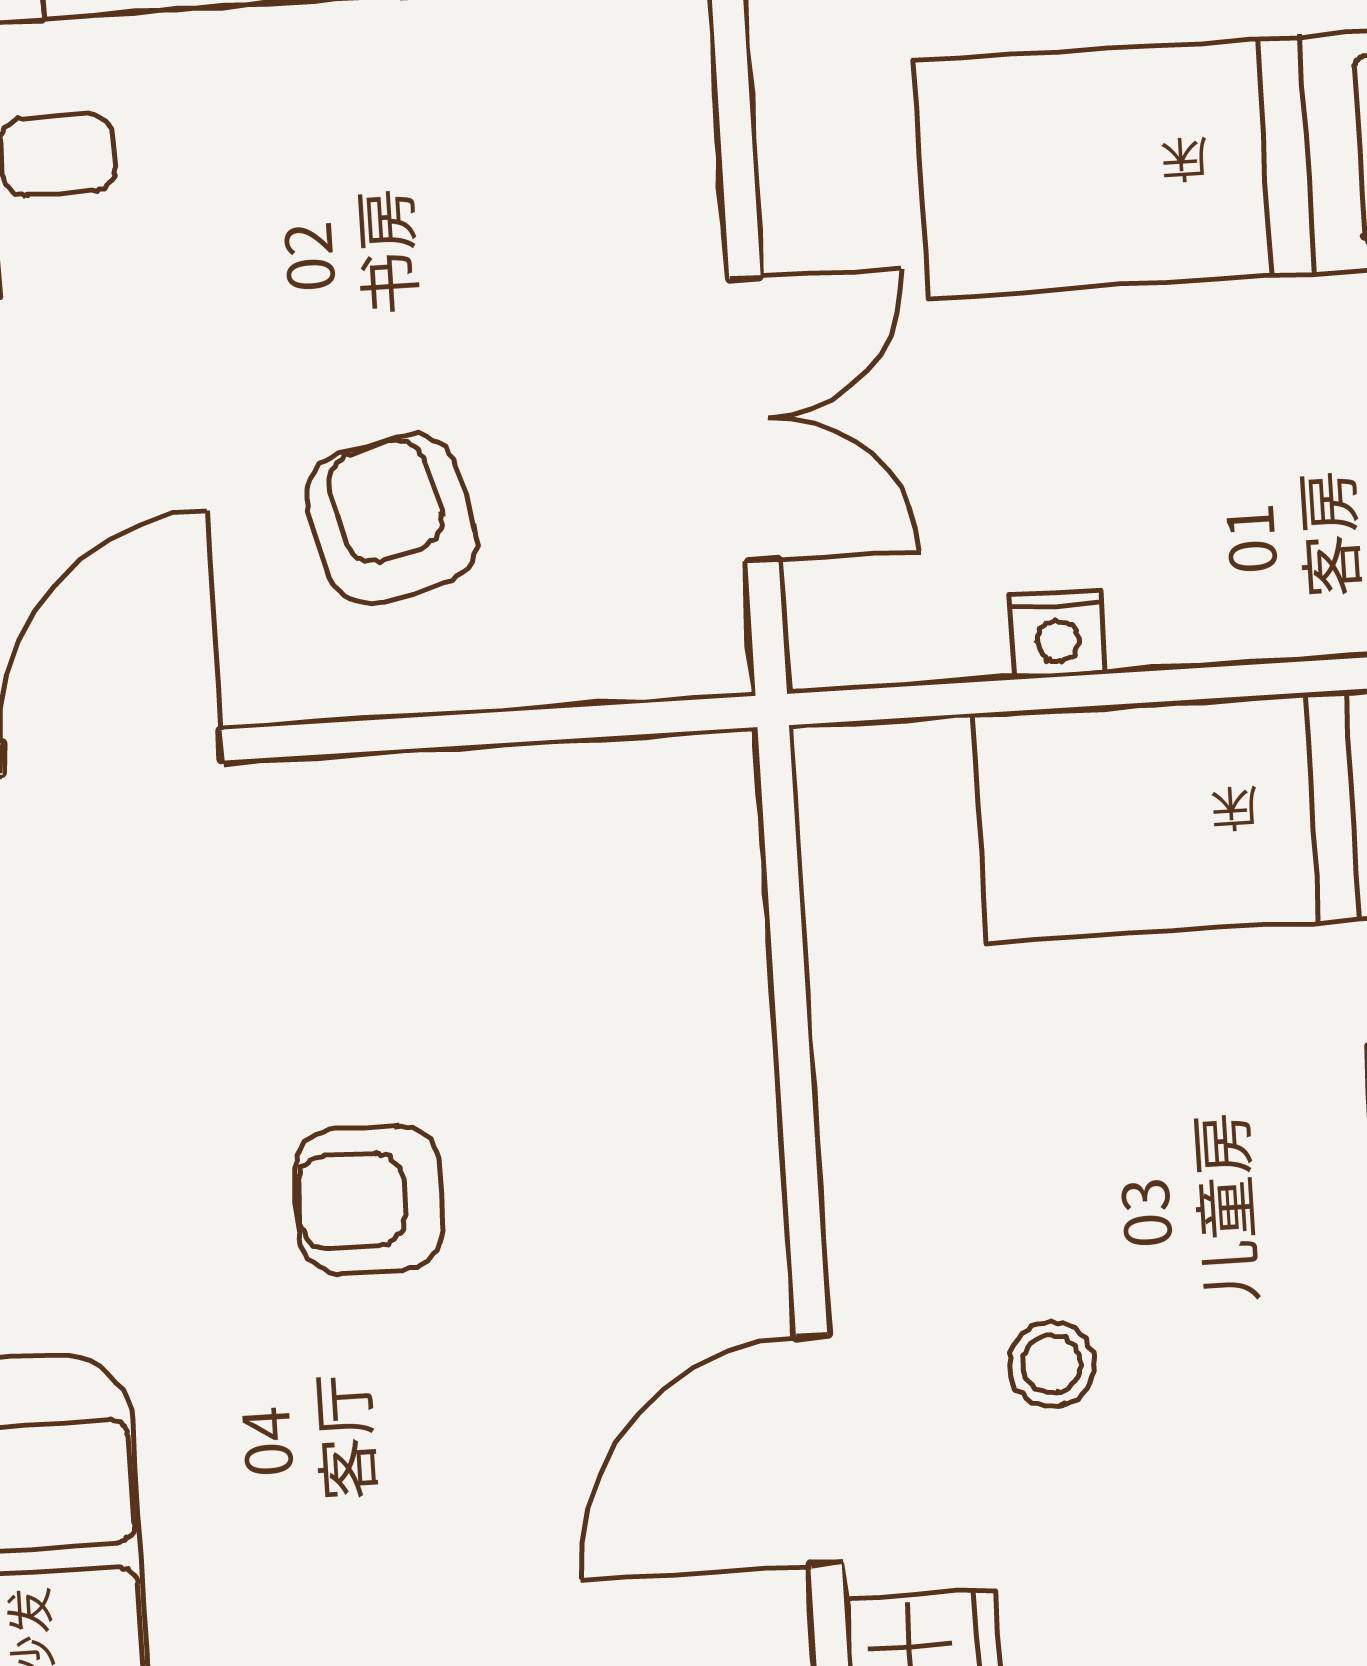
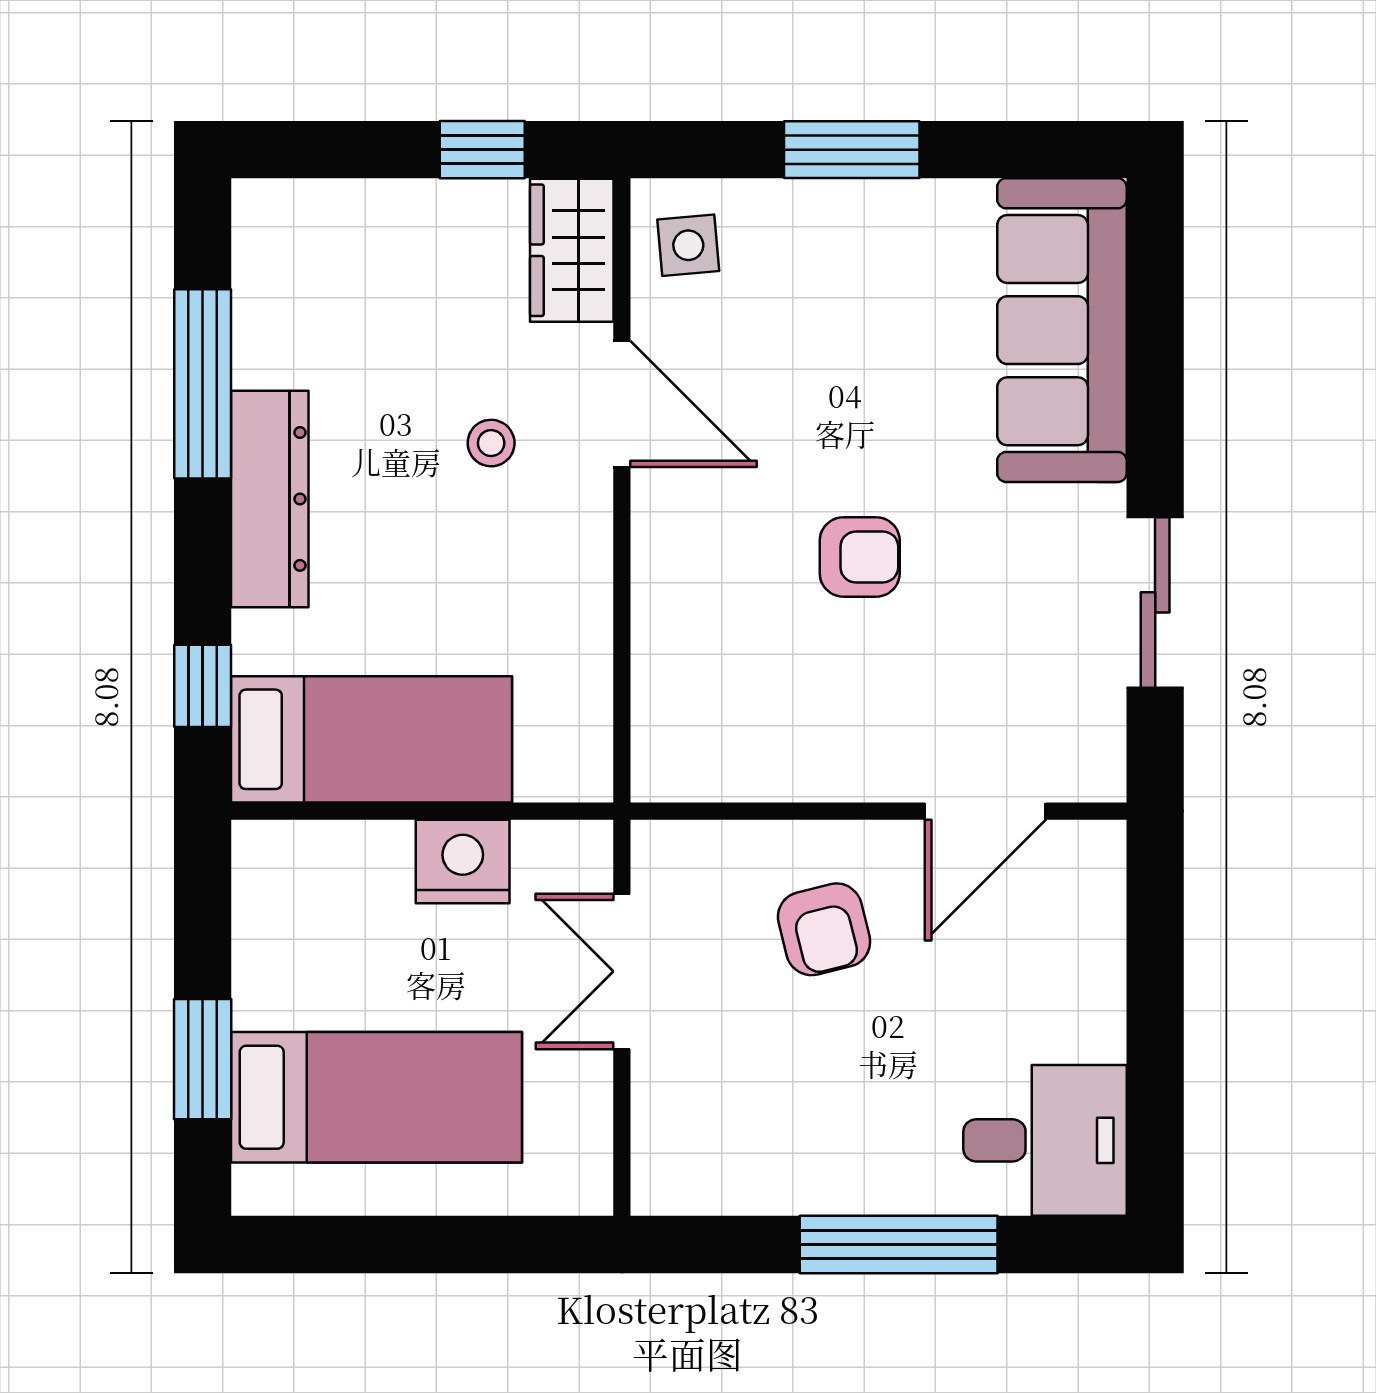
nightstand: (1058, 634) -> (463, 862), width x1.89, depth x1.79
door: (819, 1450) -> (622, 404), hinge flipped

